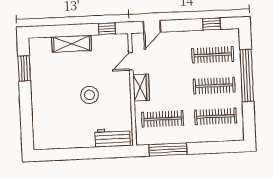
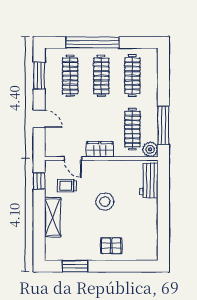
window: (212, 24) -> (39, 76), width x1.50
door: (152, 27) -> (39, 119), moved
trolley: (104, 57) -> (67, 186), added
pallet: (46, 103) -> (111, 246), added
plant: (143, 137) -> (150, 149), added

